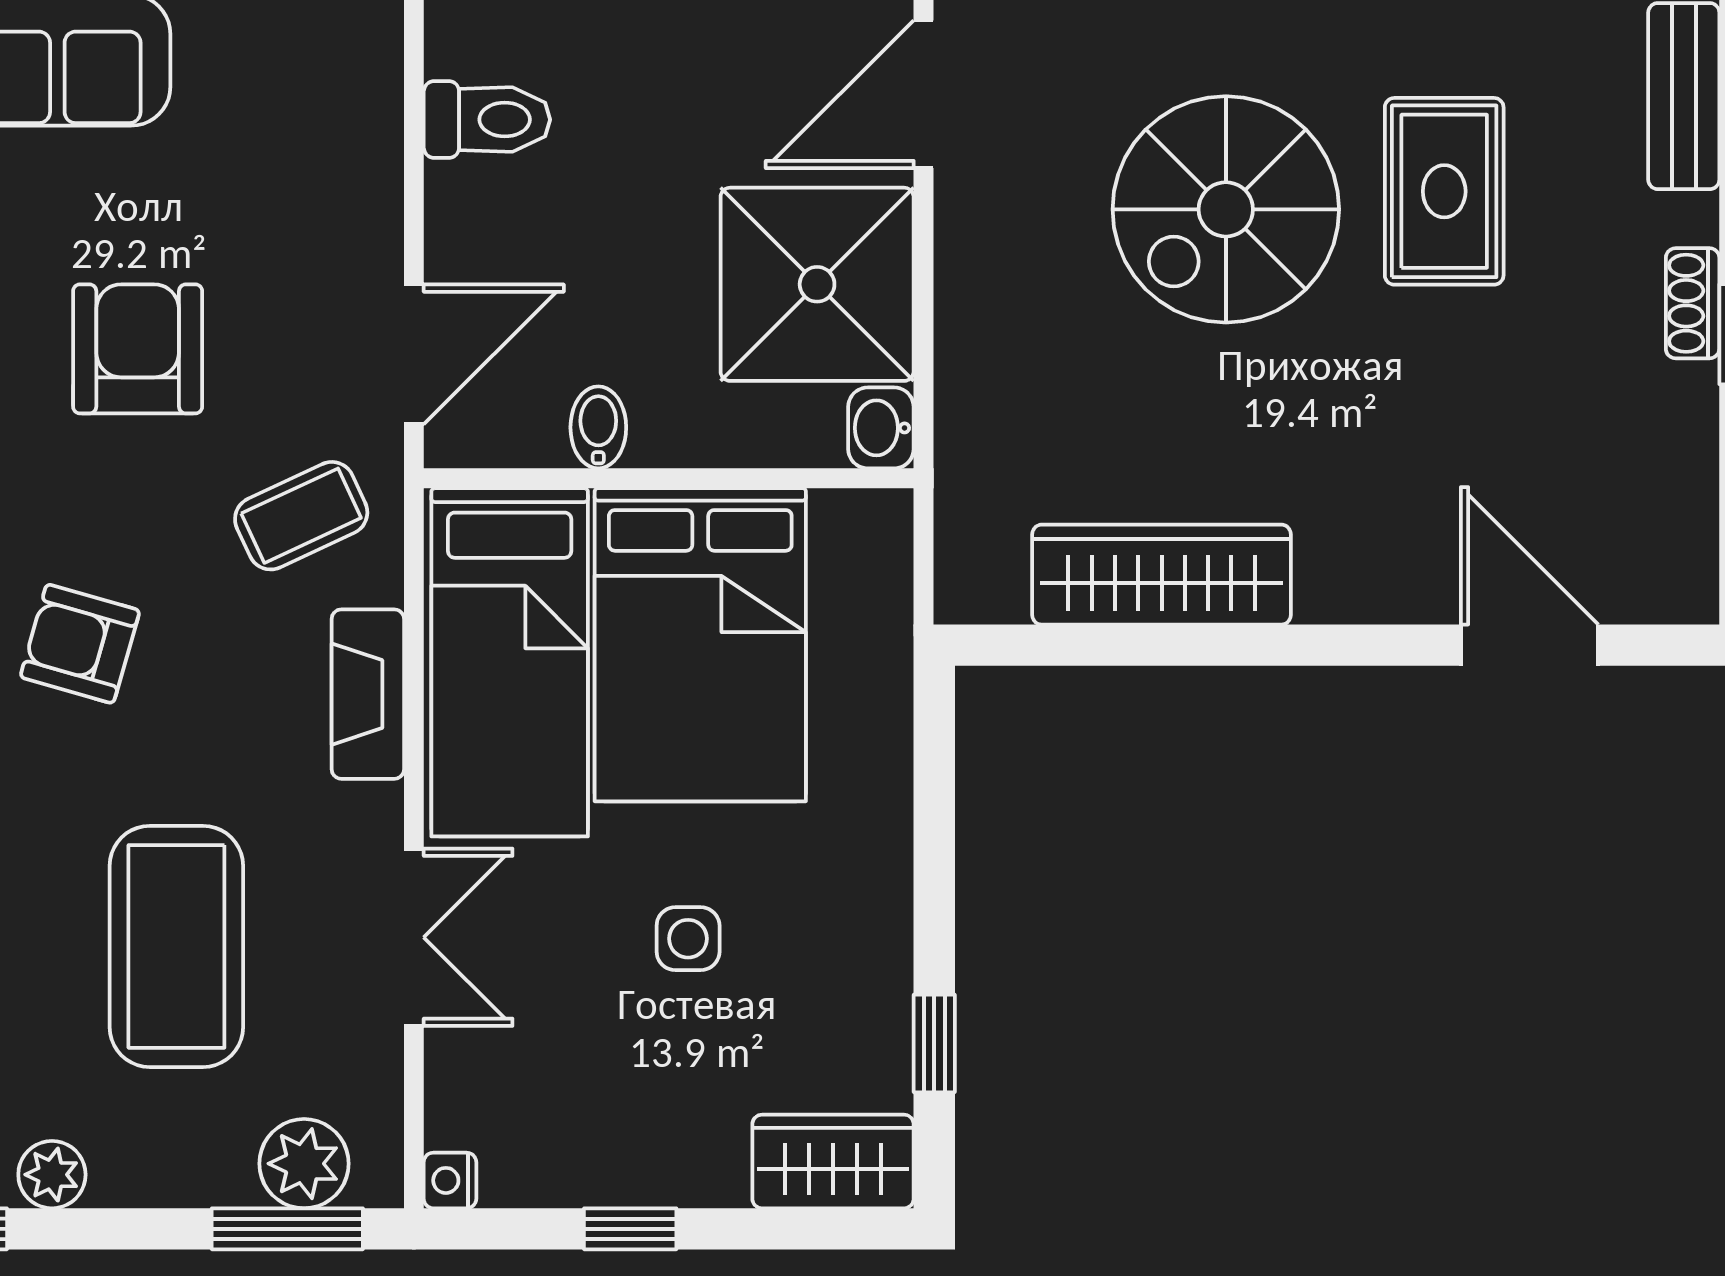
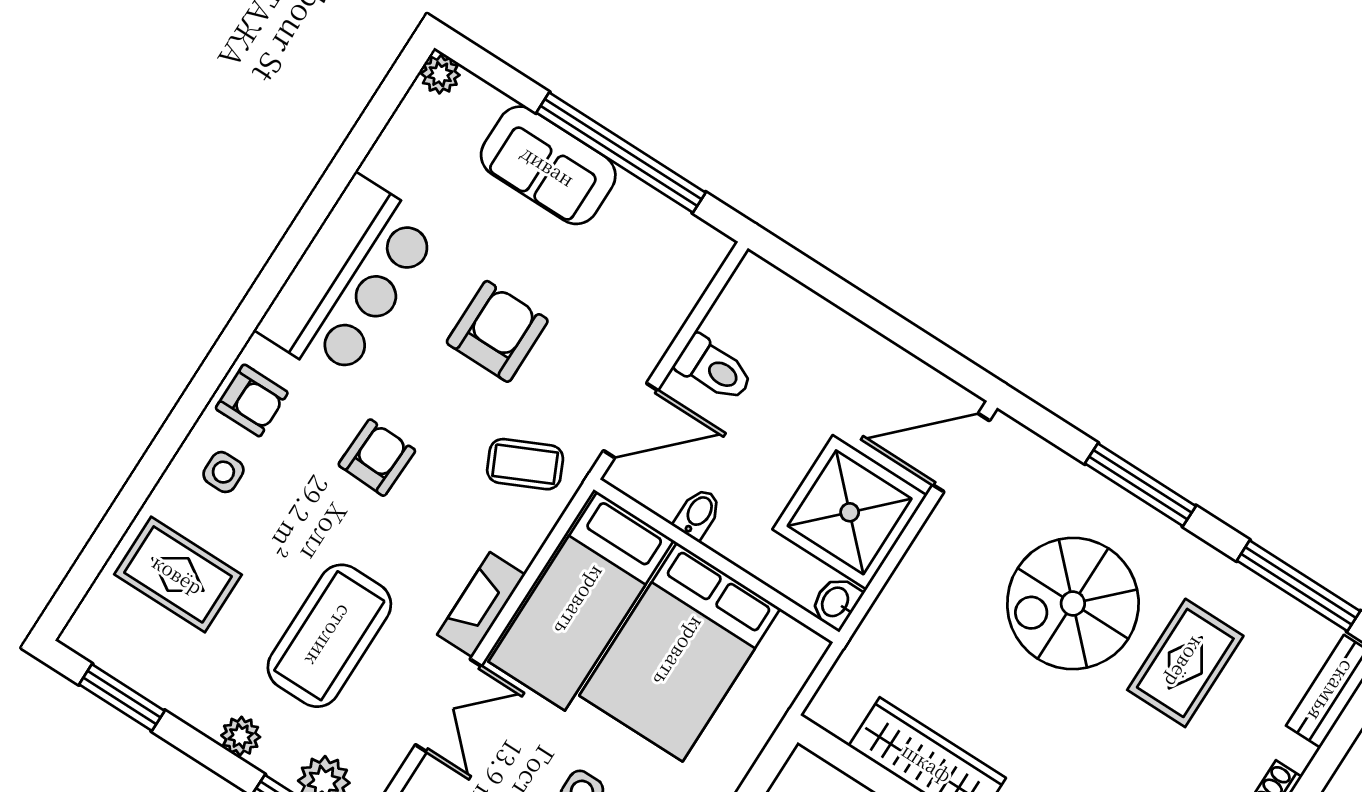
toilet: (487, 120) -> (714, 369), moved
armchair: (80, 644) -> (377, 458), turned 76
fireplace: (368, 694) -> (481, 605), moved
plant: (52, 1175) -> (241, 736), moved

